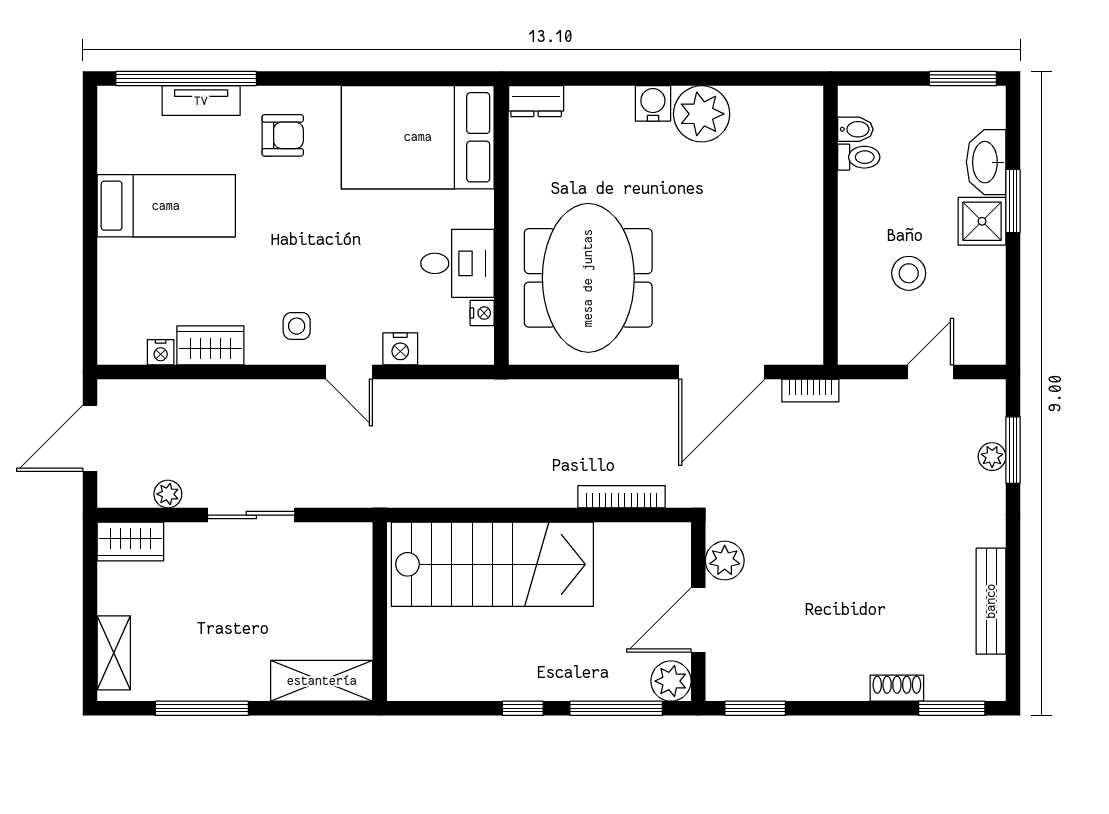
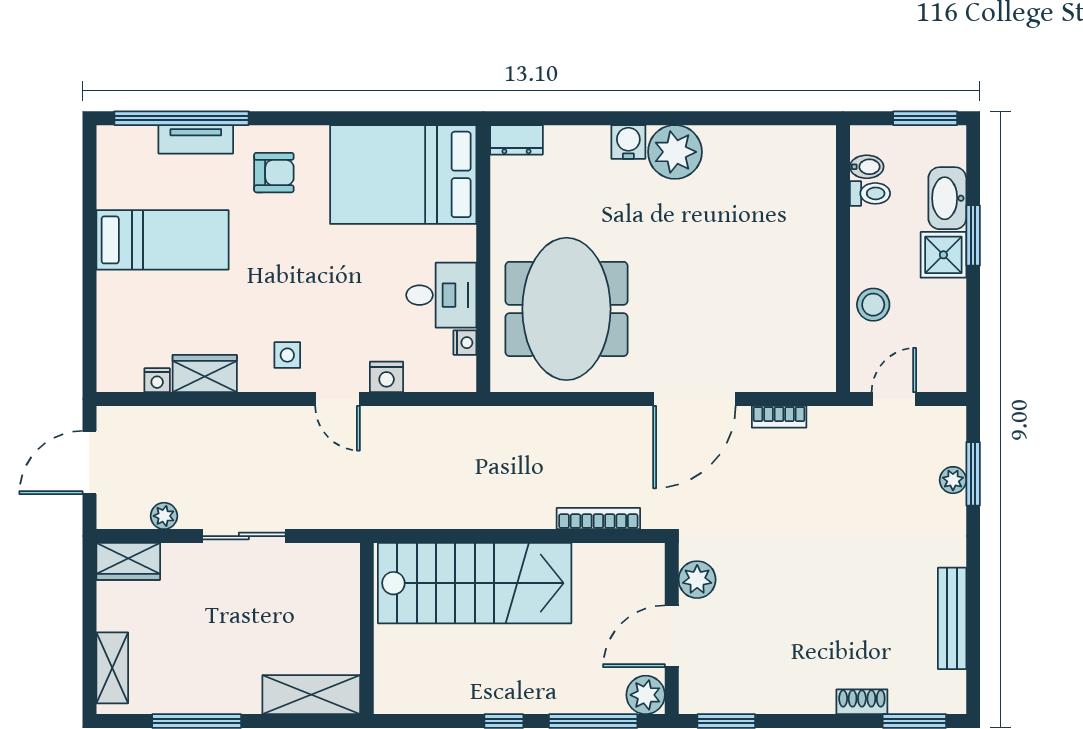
bidet: (855, 129) -> (867, 167), moved
toilet: (859, 157) -> (870, 193), moved
wall: (831, 225) -> (843, 259), moved

